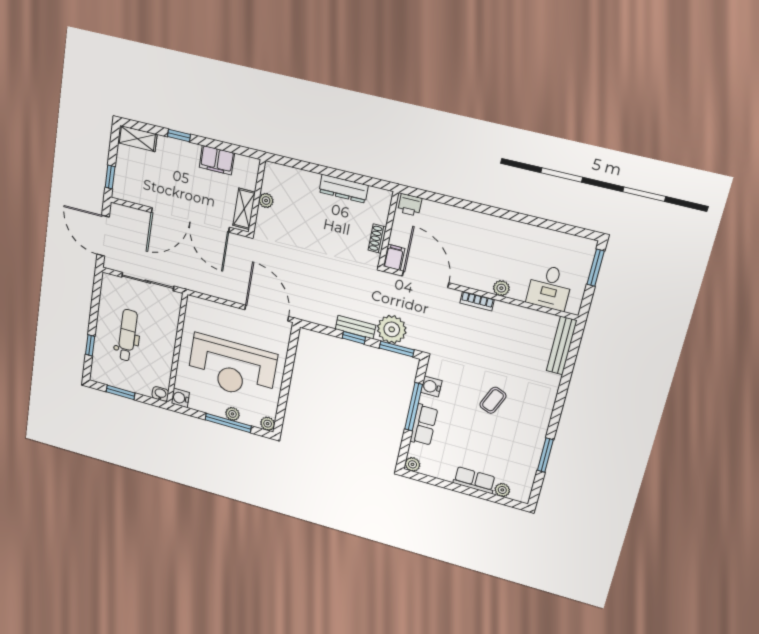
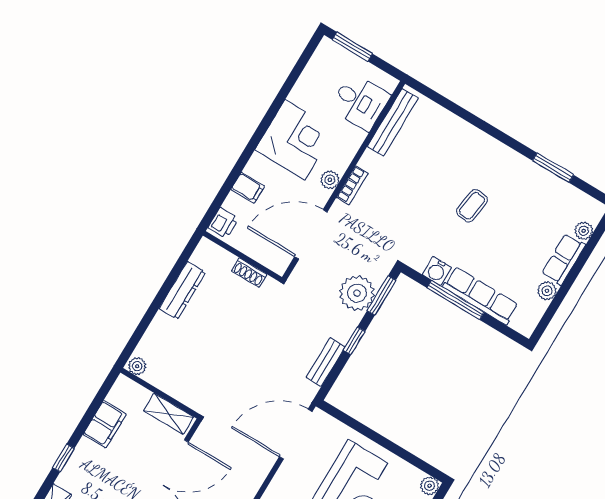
plant: (266, 201) -> (137, 366), moved
corner desk: (499, 243) -> (295, 140), added
filing cabinet: (394, 257) -> (248, 188), moved, turned 180
plant: (501, 288) -> (330, 180), moved
bench: (355, 327) -> (326, 362), moved
bench: (562, 346) -> (393, 122), moved, turned 90
coffee table: (493, 400) -> (472, 206), turned 75
row of seats: (424, 425) -> (481, 296), width x1.48
plant: (412, 464) -> (547, 291), moved

